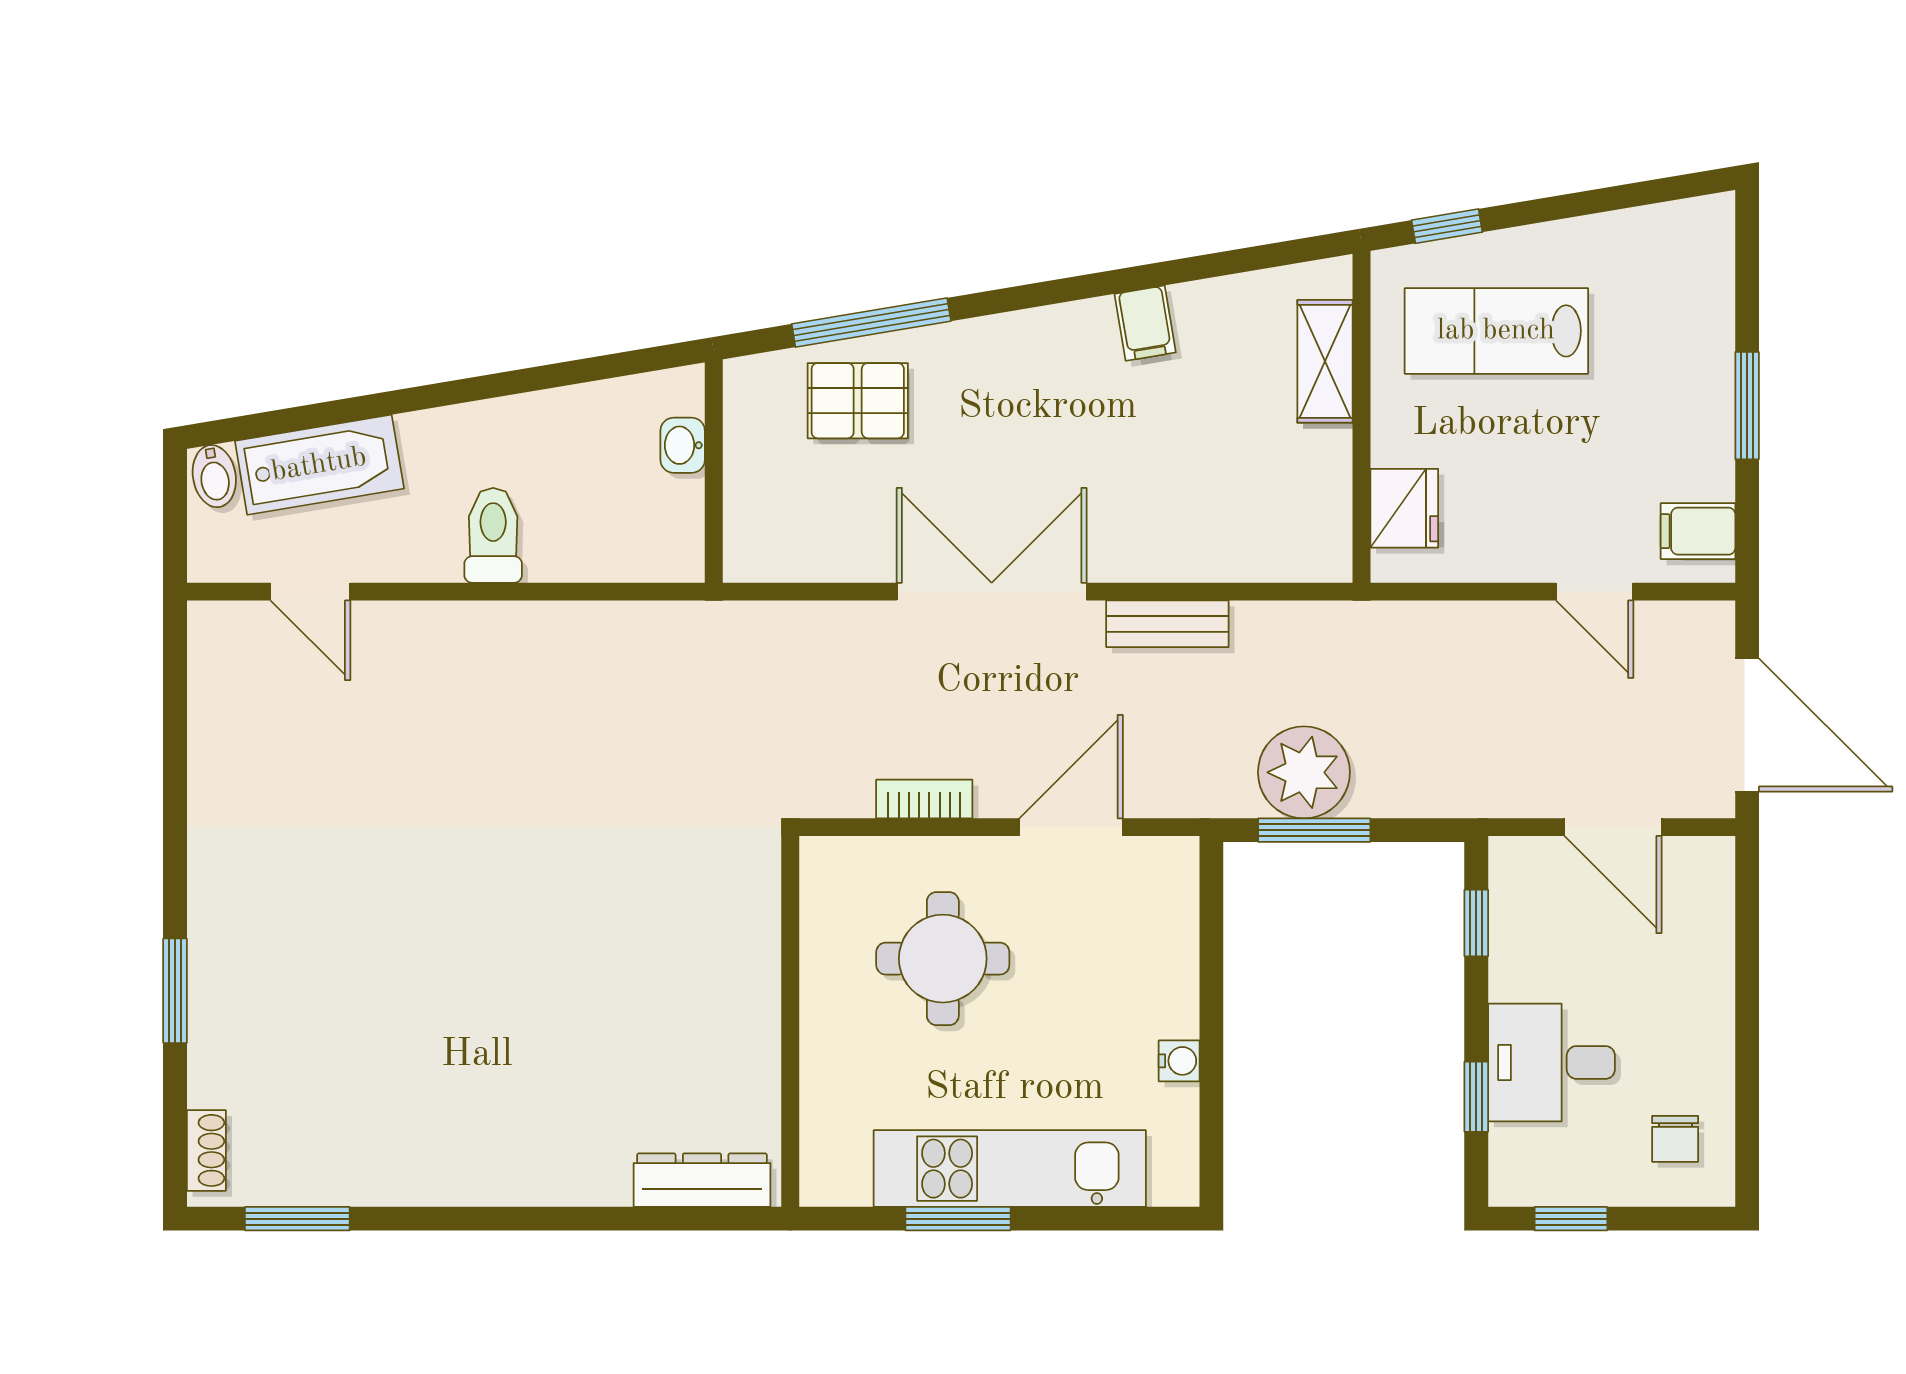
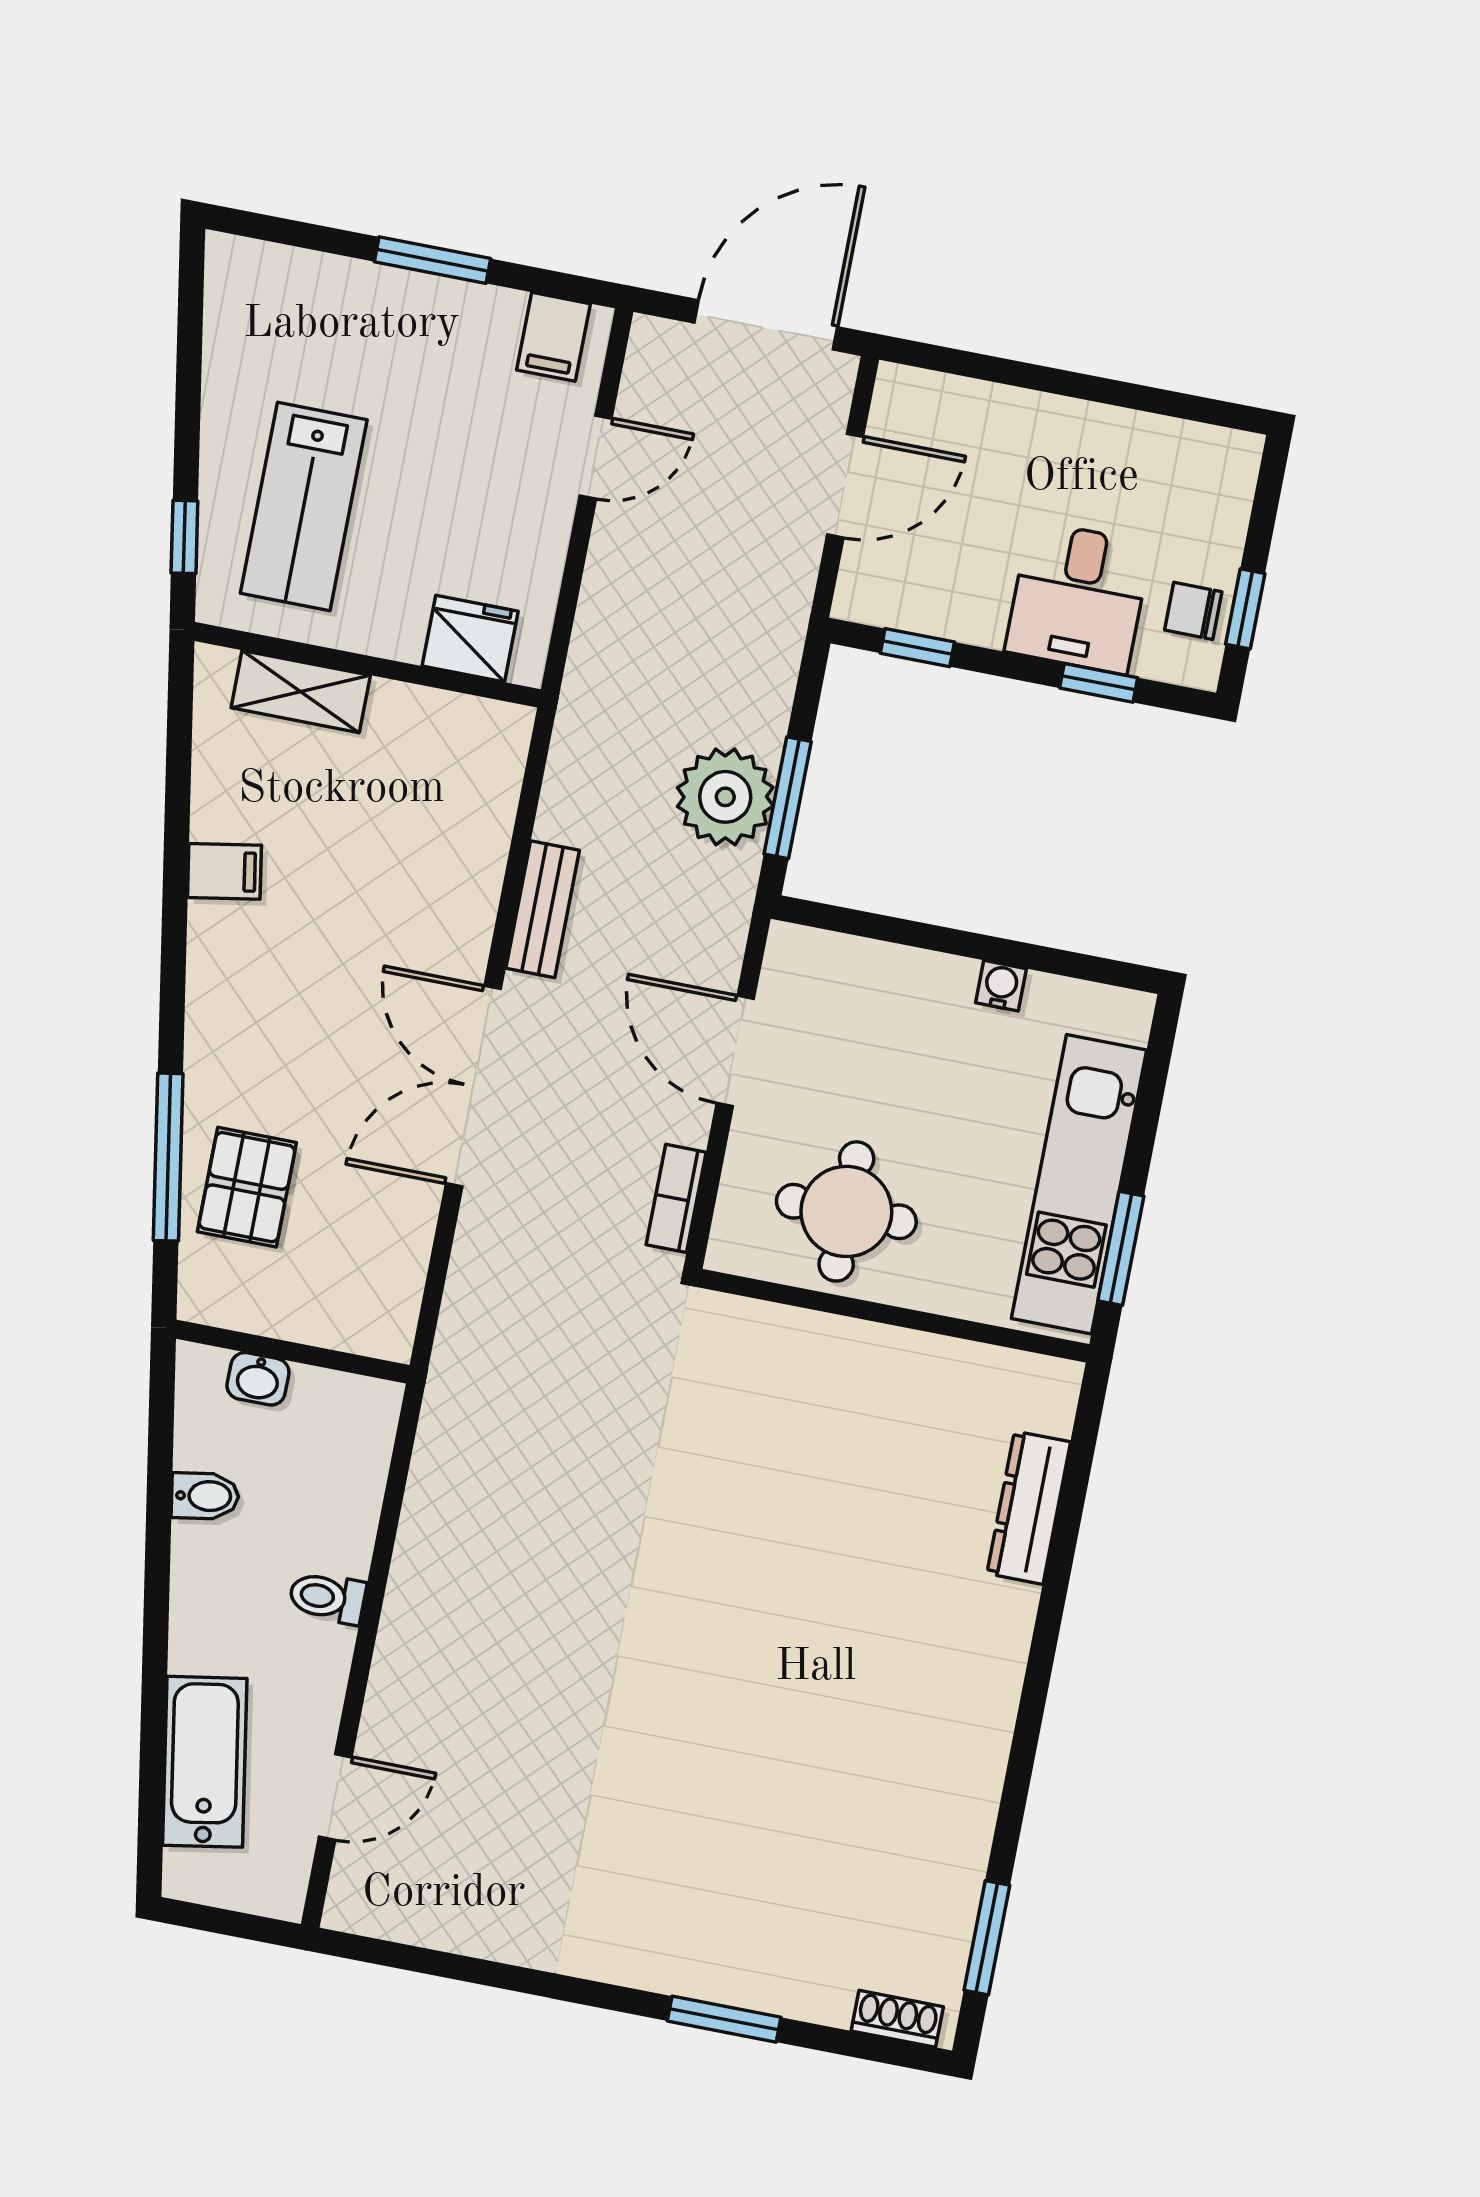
bidet: (214, 476) -> (205, 1496), moved
toilet: (493, 535) -> (327, 1598), width x0.73, depth x0.72
wall: (790, 1021) -> (894, 1316), moved
chair: (1675, 1139) -> (1193, 611), moved, turned 180

